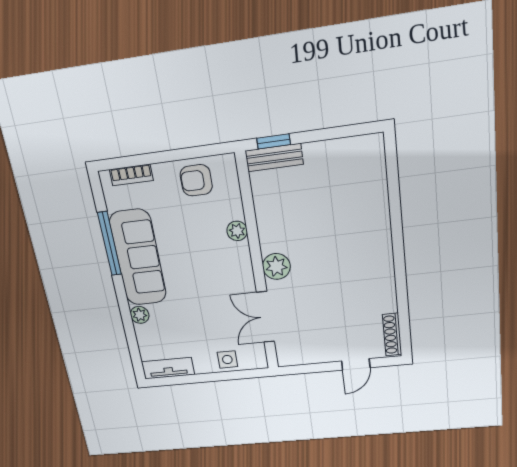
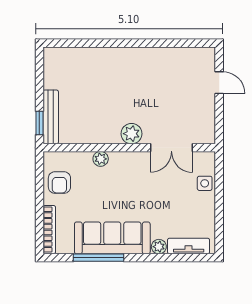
bench: (274, 158) -> (51, 117), width x1.36
bookcase: (131, 175) -> (49, 230), width x1.56
shoe rack: (392, 335) -> (196, 53), removed
tv unit: (168, 368) -> (189, 246), moved, turned 90

